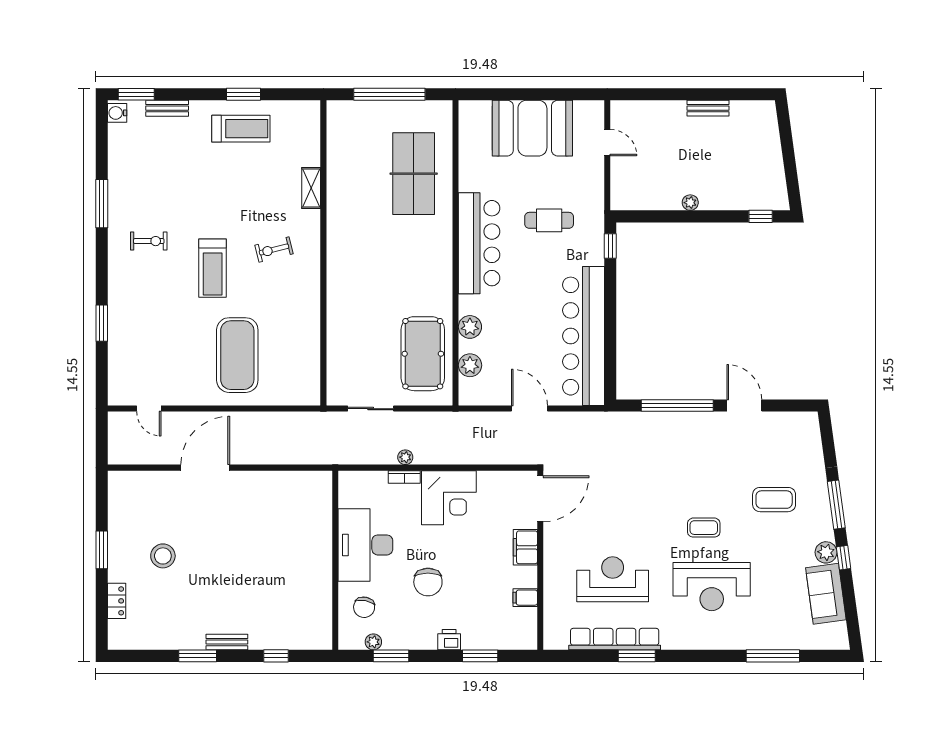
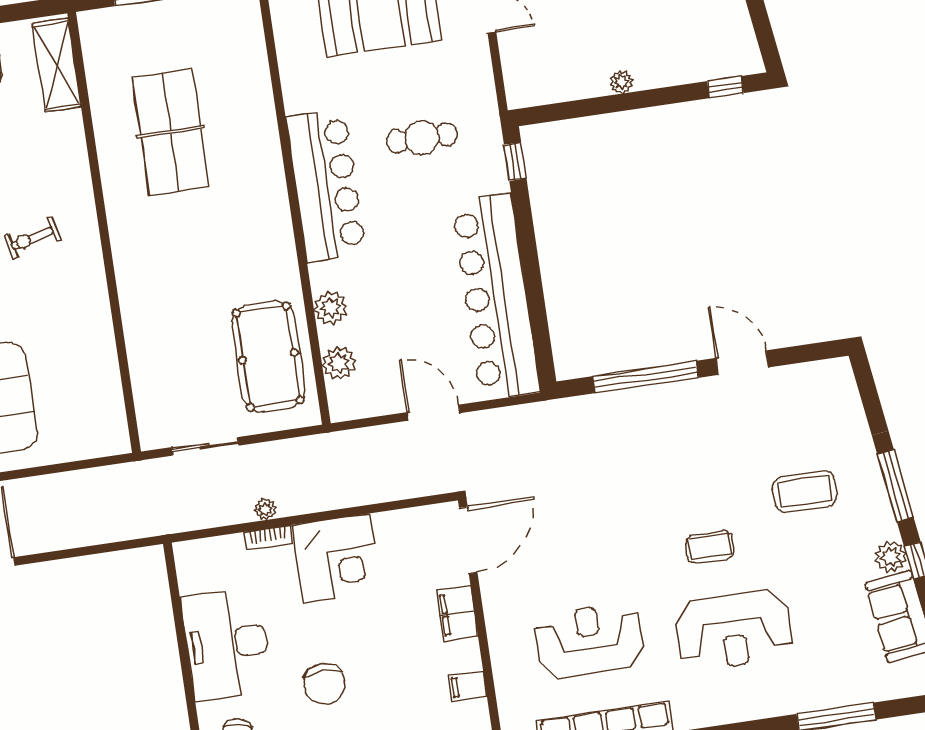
table tennis table: (414, 174) -> (171, 132), moved
shelving: (311, 188) -> (57, 65), moved, width x1.50, depth x1.33

